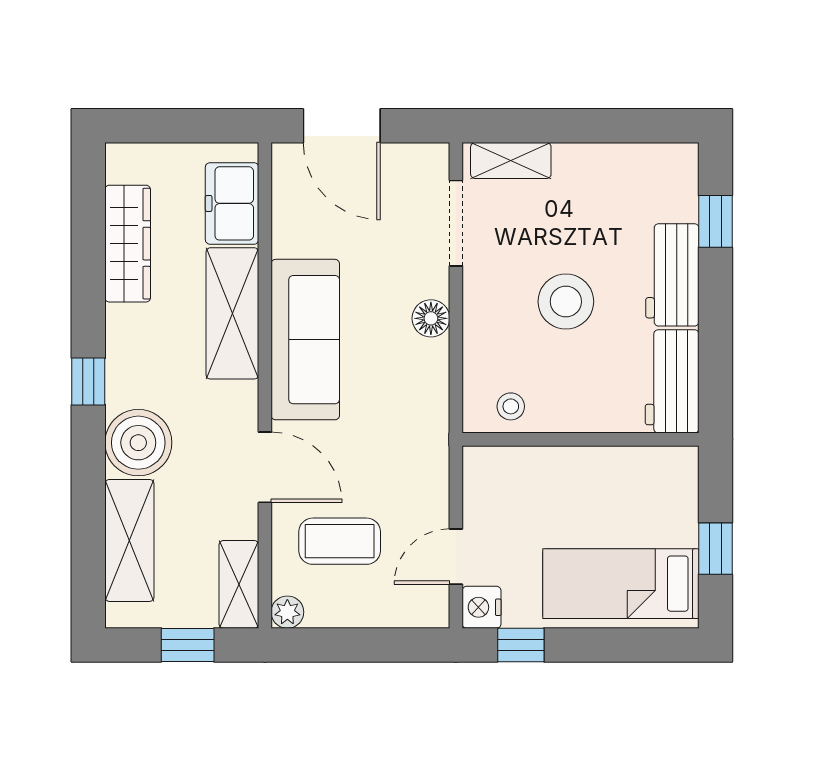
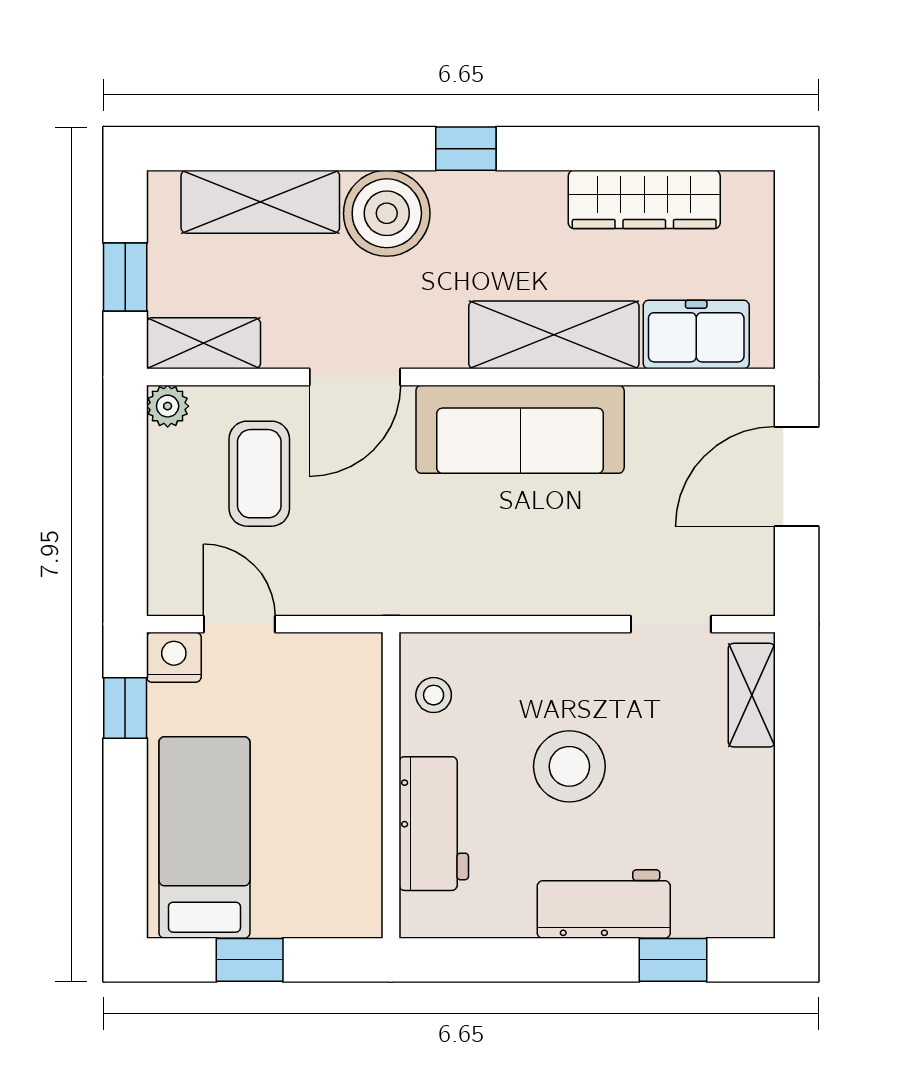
doorway: (456, 223) -> (671, 624), width x0.73
floor lamp: (431, 318) -> (548, 592), removed
workbench: (672, 381) -> (434, 824), moved, turned 90

